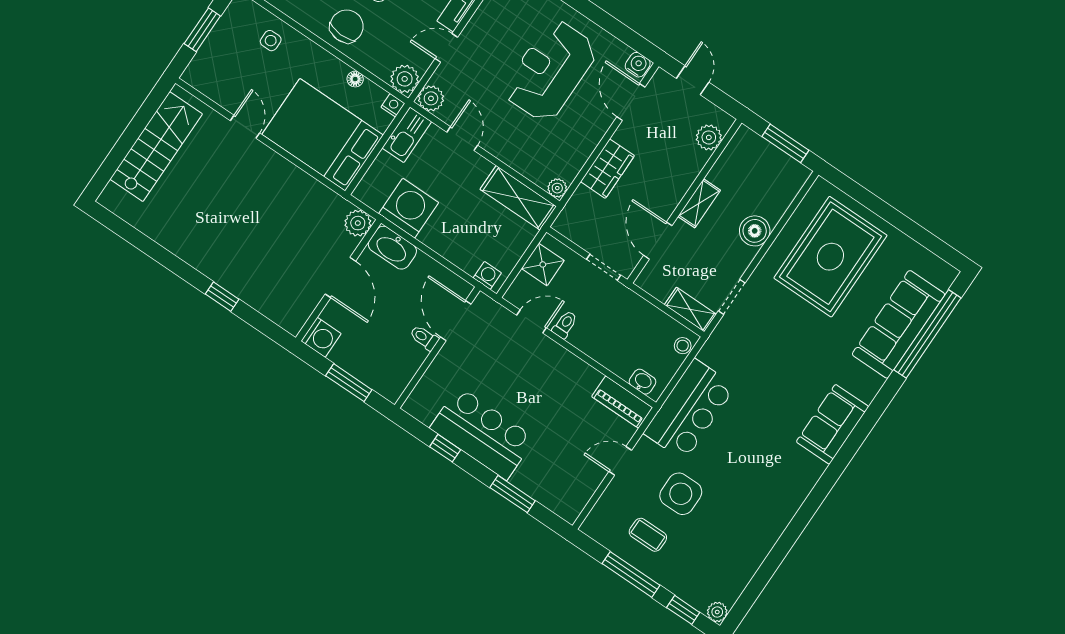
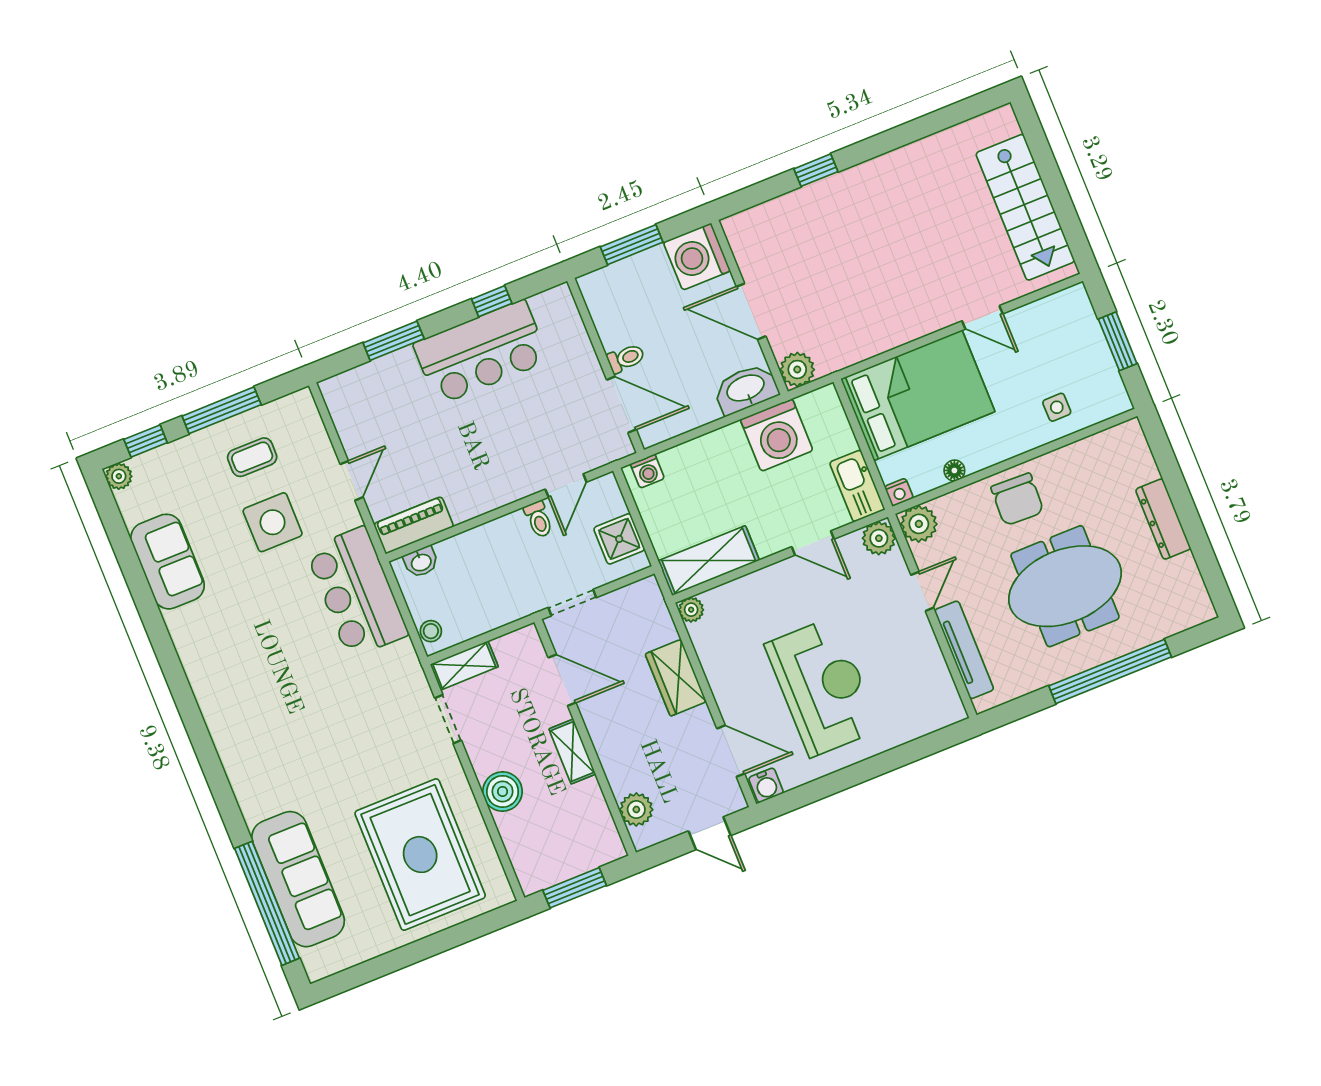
washing machine: (321, 337) -> (697, 257), width x1.37, depth x1.37
sofa: (833, 424) -> (168, 562), moved

